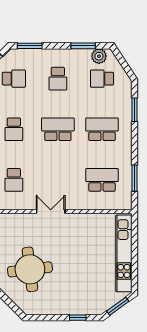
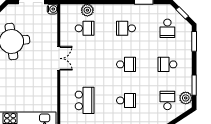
school desk: (58, 129) -> (126, 64), width x0.54
school desk: (102, 129) -> (126, 100), width x0.54
school desk: (14, 180) -> (85, 28), turned 180

